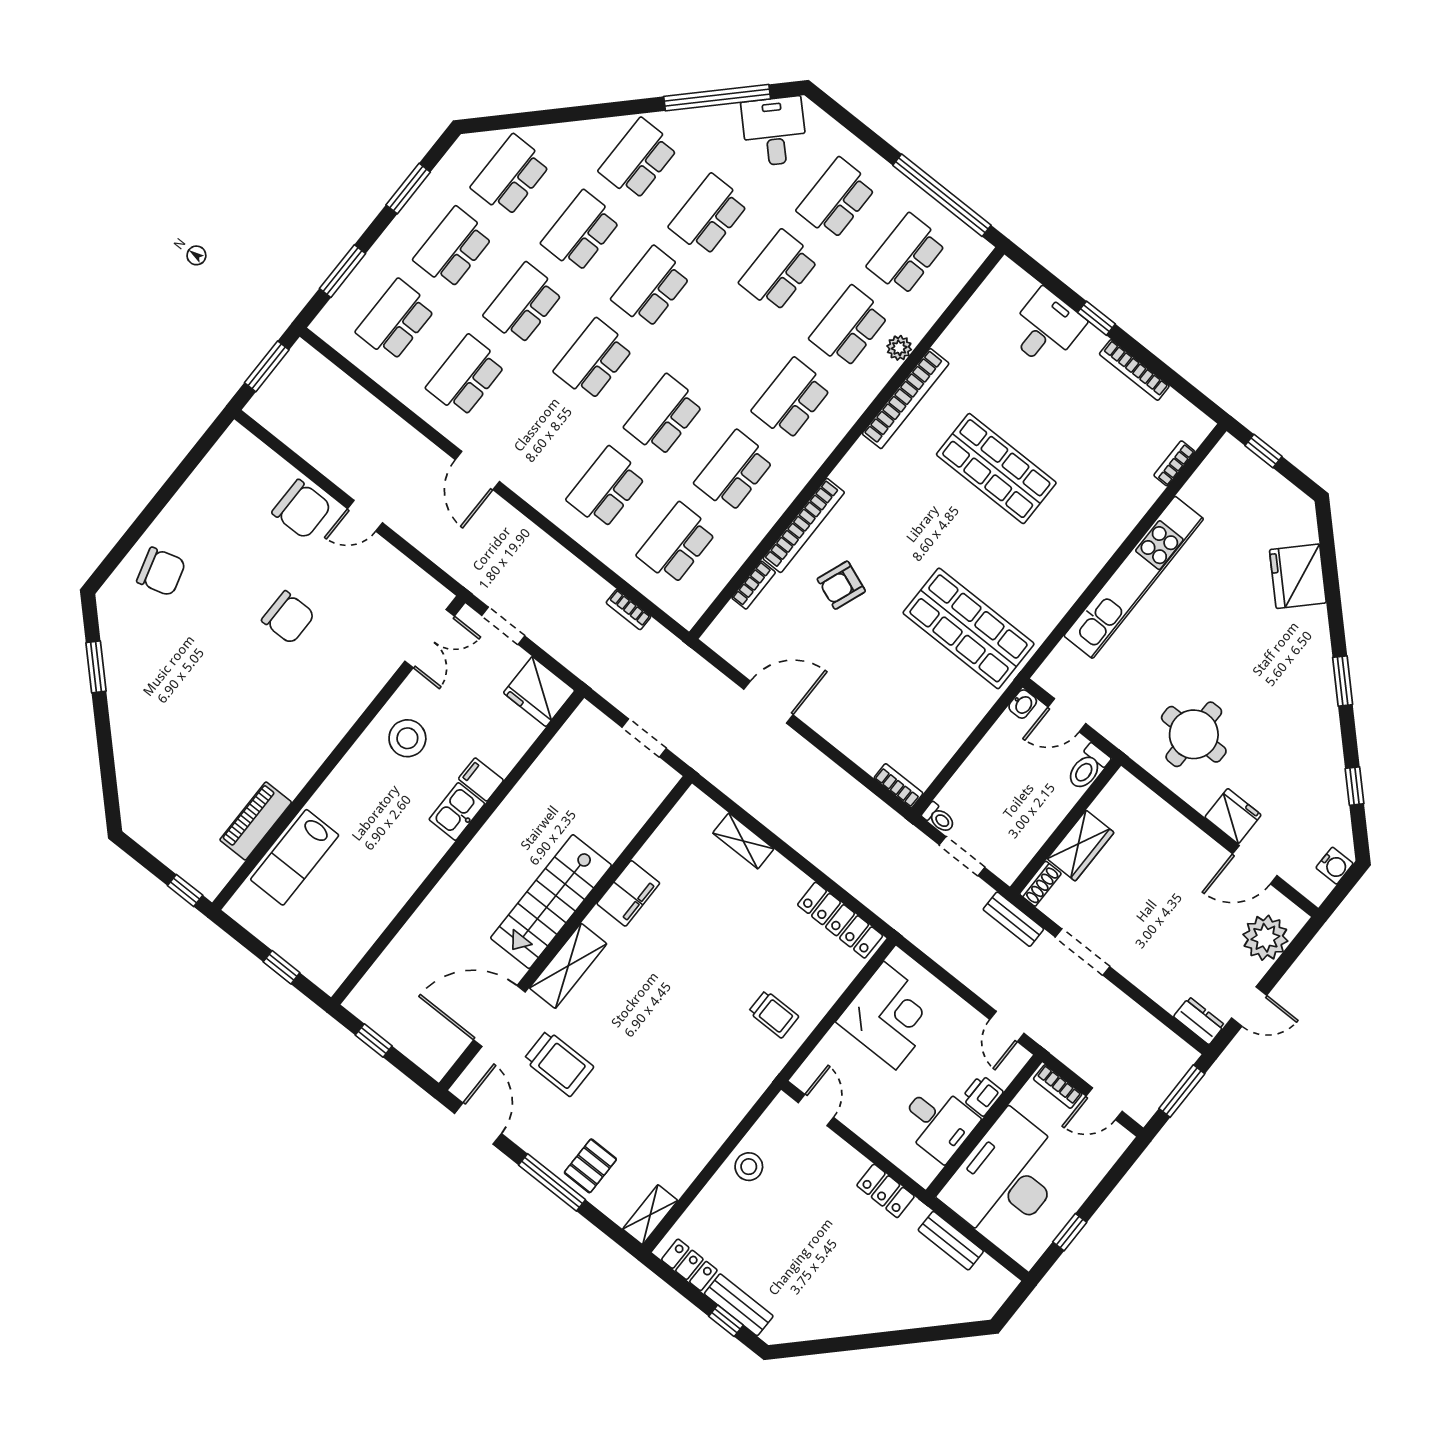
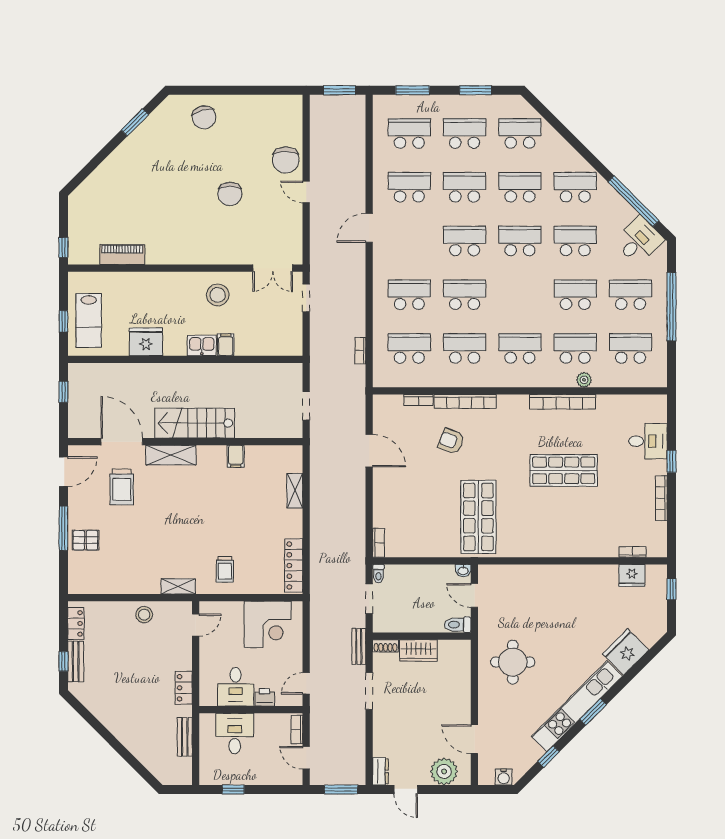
window: (942, 195) -> (671, 307), moved
shop shelf: (996, 469) -> (564, 470), turned 90
kitchen unit: (1134, 577) -> (577, 706), moved, turned 135
fridge: (539, 692) -> (146, 342), moved, turned 90
fridge: (1233, 816) -> (632, 575), moved, turned 90
lab bench: (295, 857) -> (89, 321), moved, turned -90
filing cabinet: (628, 893) -> (236, 456), width x0.50
desk: (1006, 1178) -> (235, 734), width x0.53, depth x0.77
shelving: (650, 1215) -> (178, 586), moved

